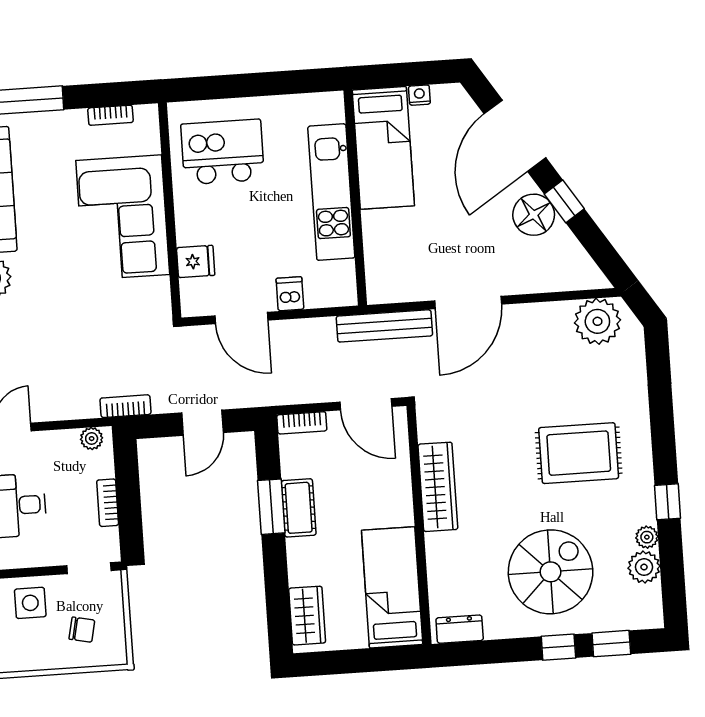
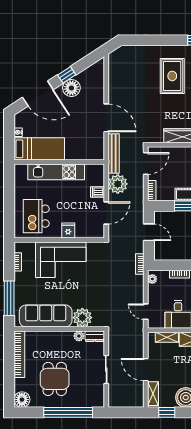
fridge: (196, 261) -> (68, 230), moved
plant: (597, 321) -> (118, 184), moved

